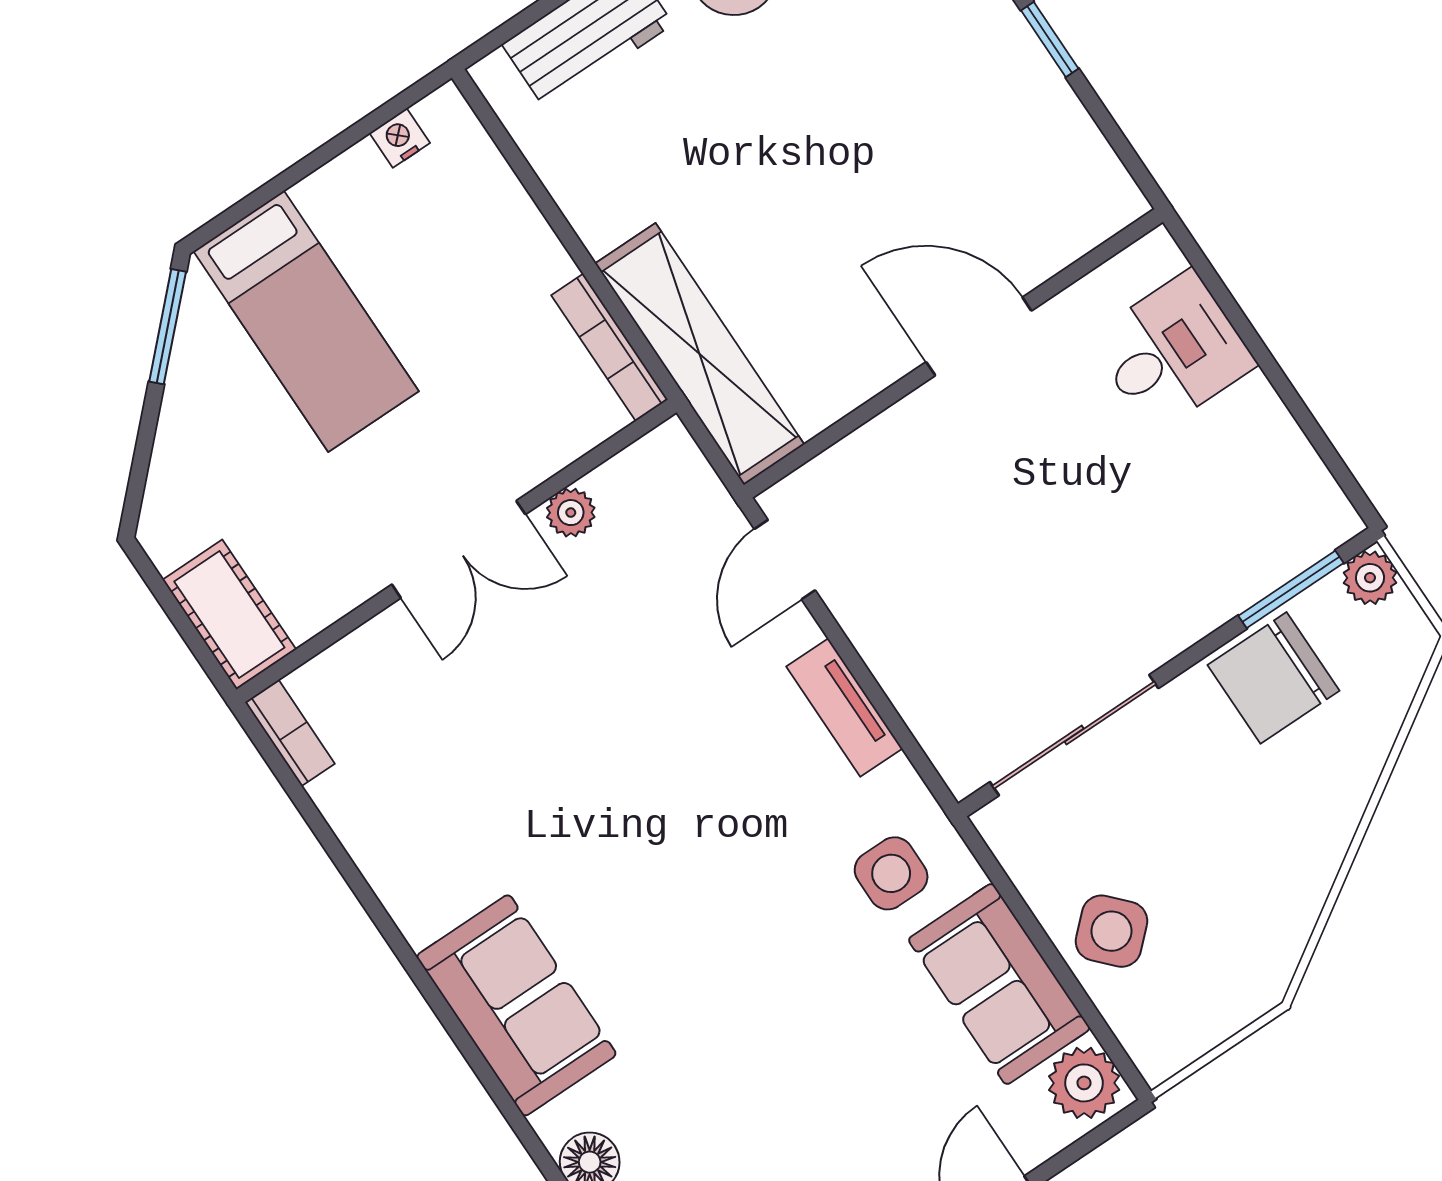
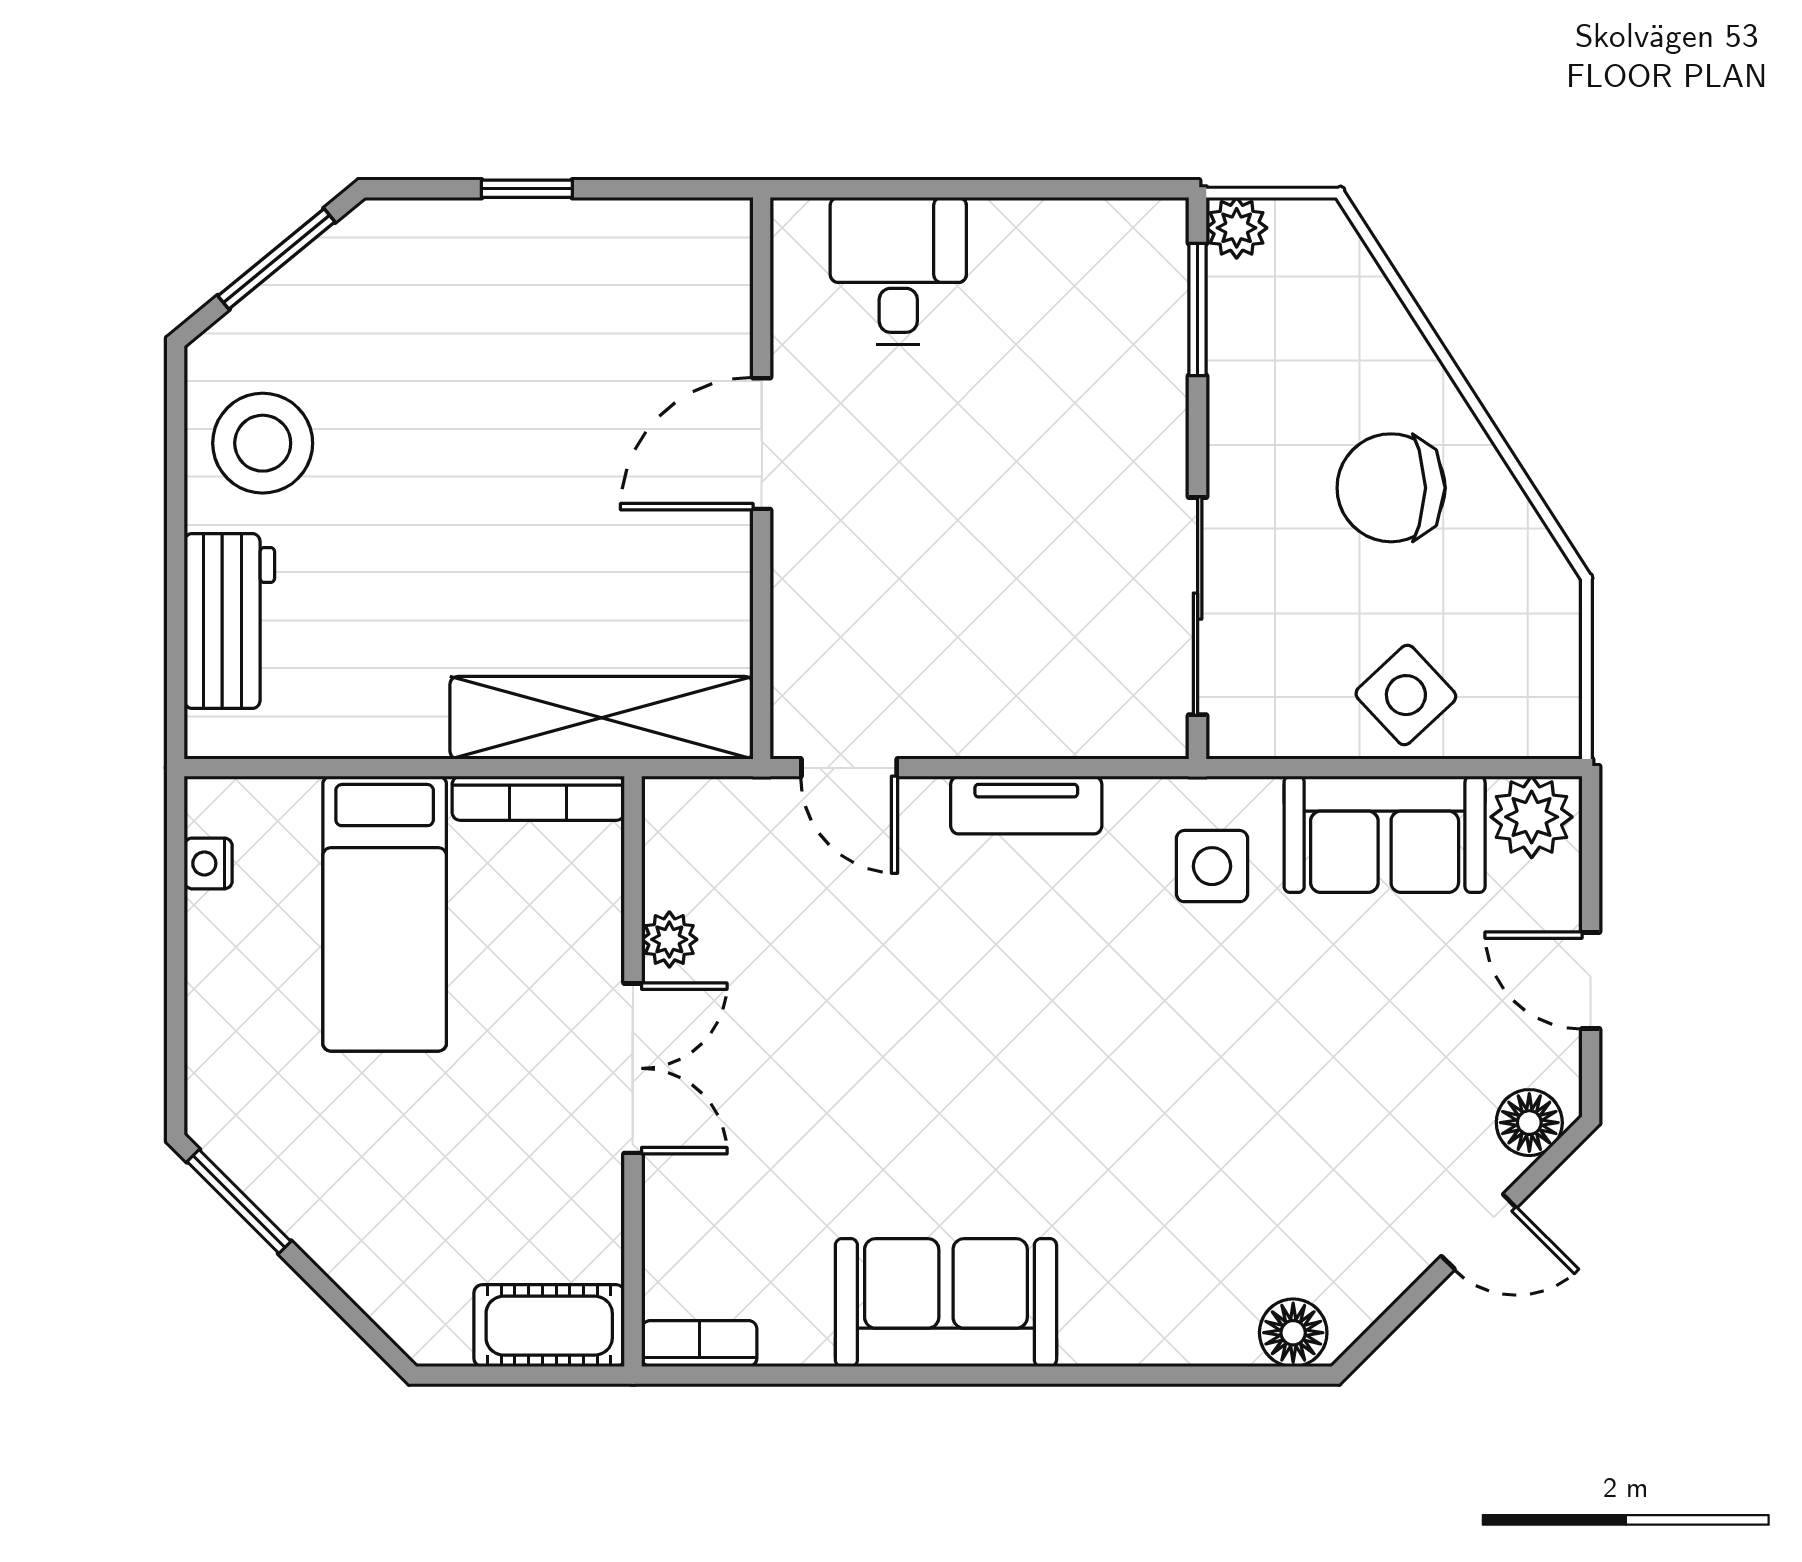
bed: (306, 321) -> (385, 914), moved, turned 90
chair: (1274, 678) -> (1391, 488), moved, turned 90
sofa: (516, 1005) -> (946, 1303), moved

